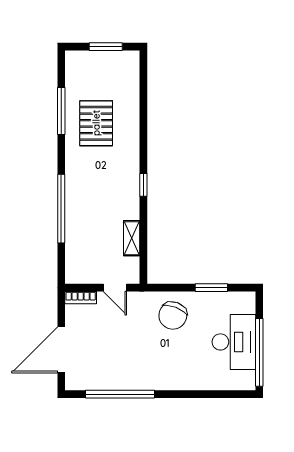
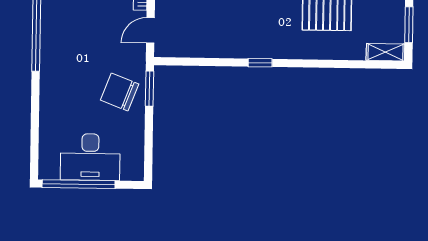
shelving: (132, 238) -> (385, 52), moved
window: (211, 288) -> (150, 89), moved

